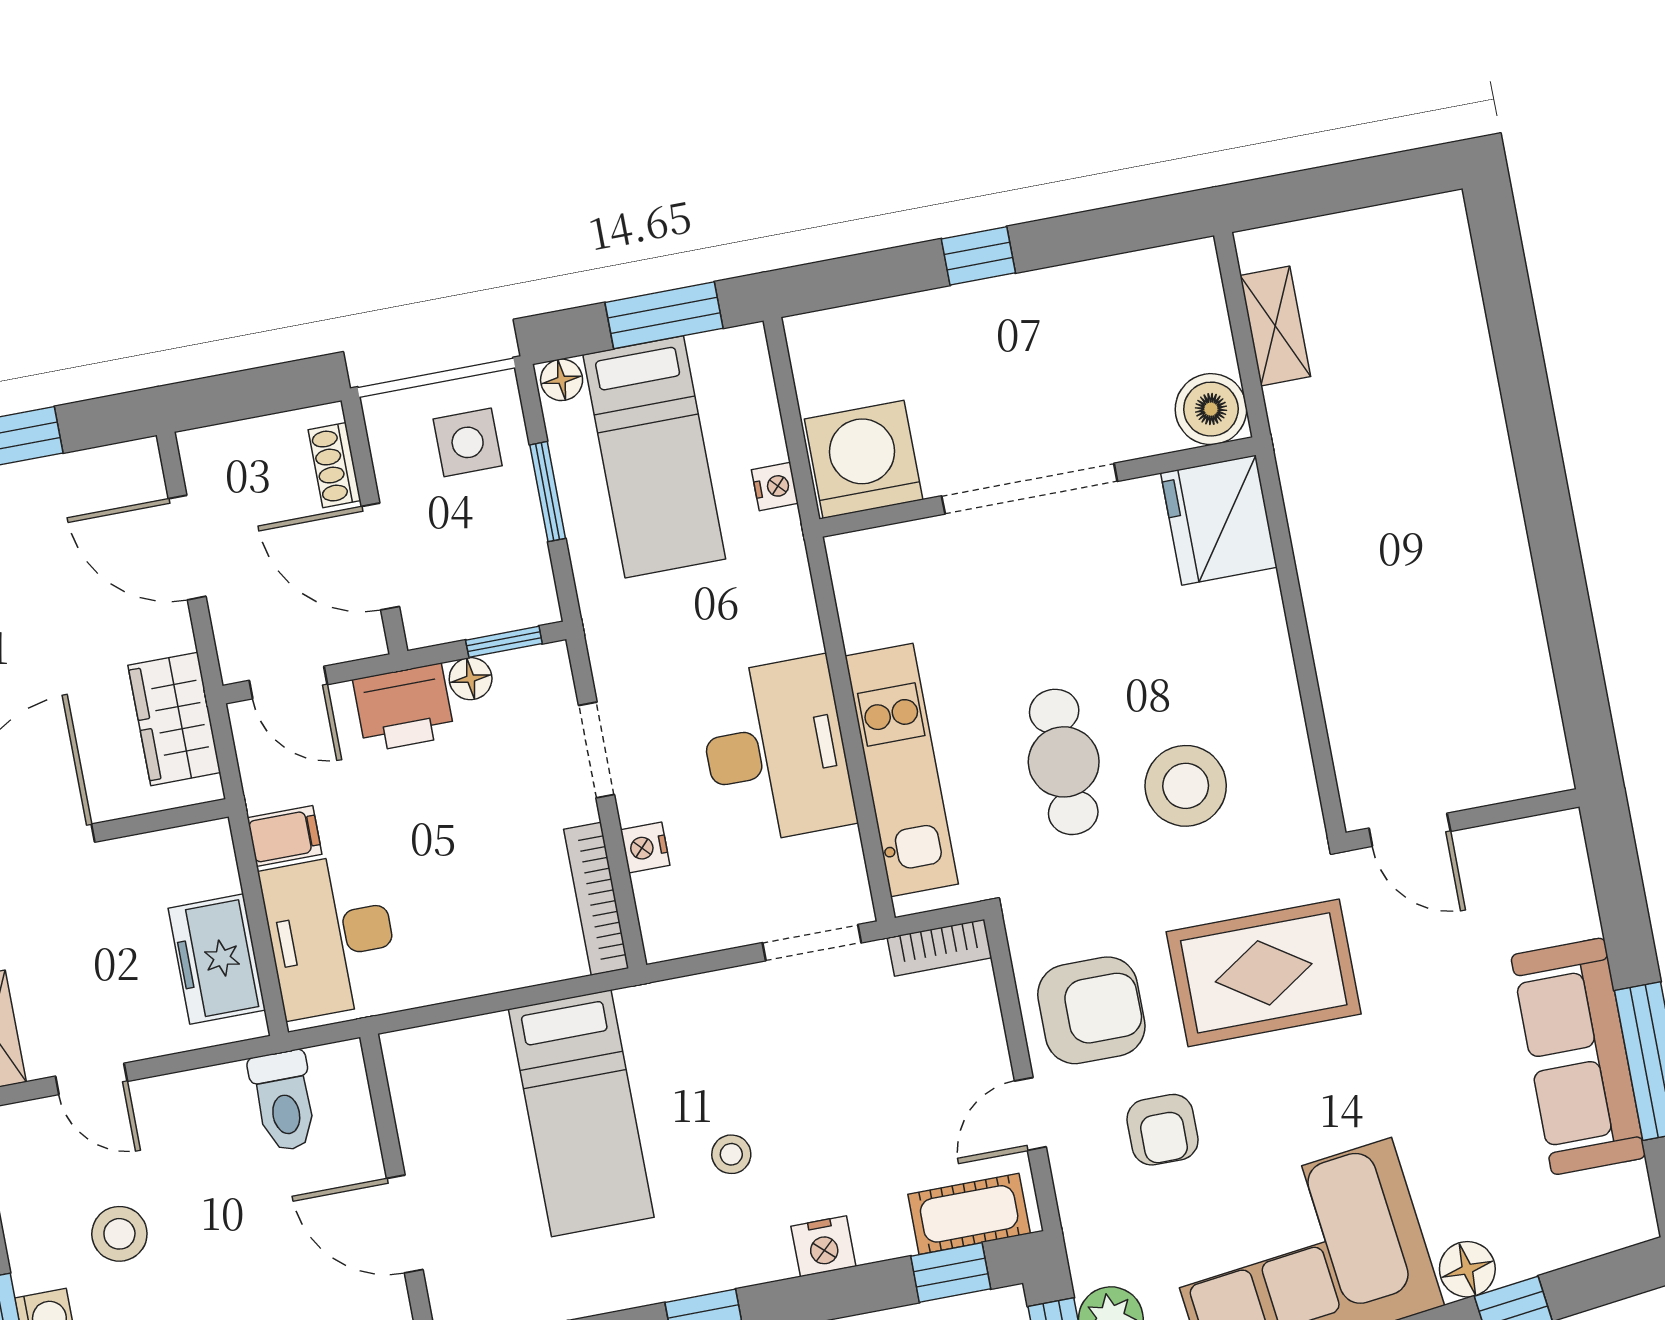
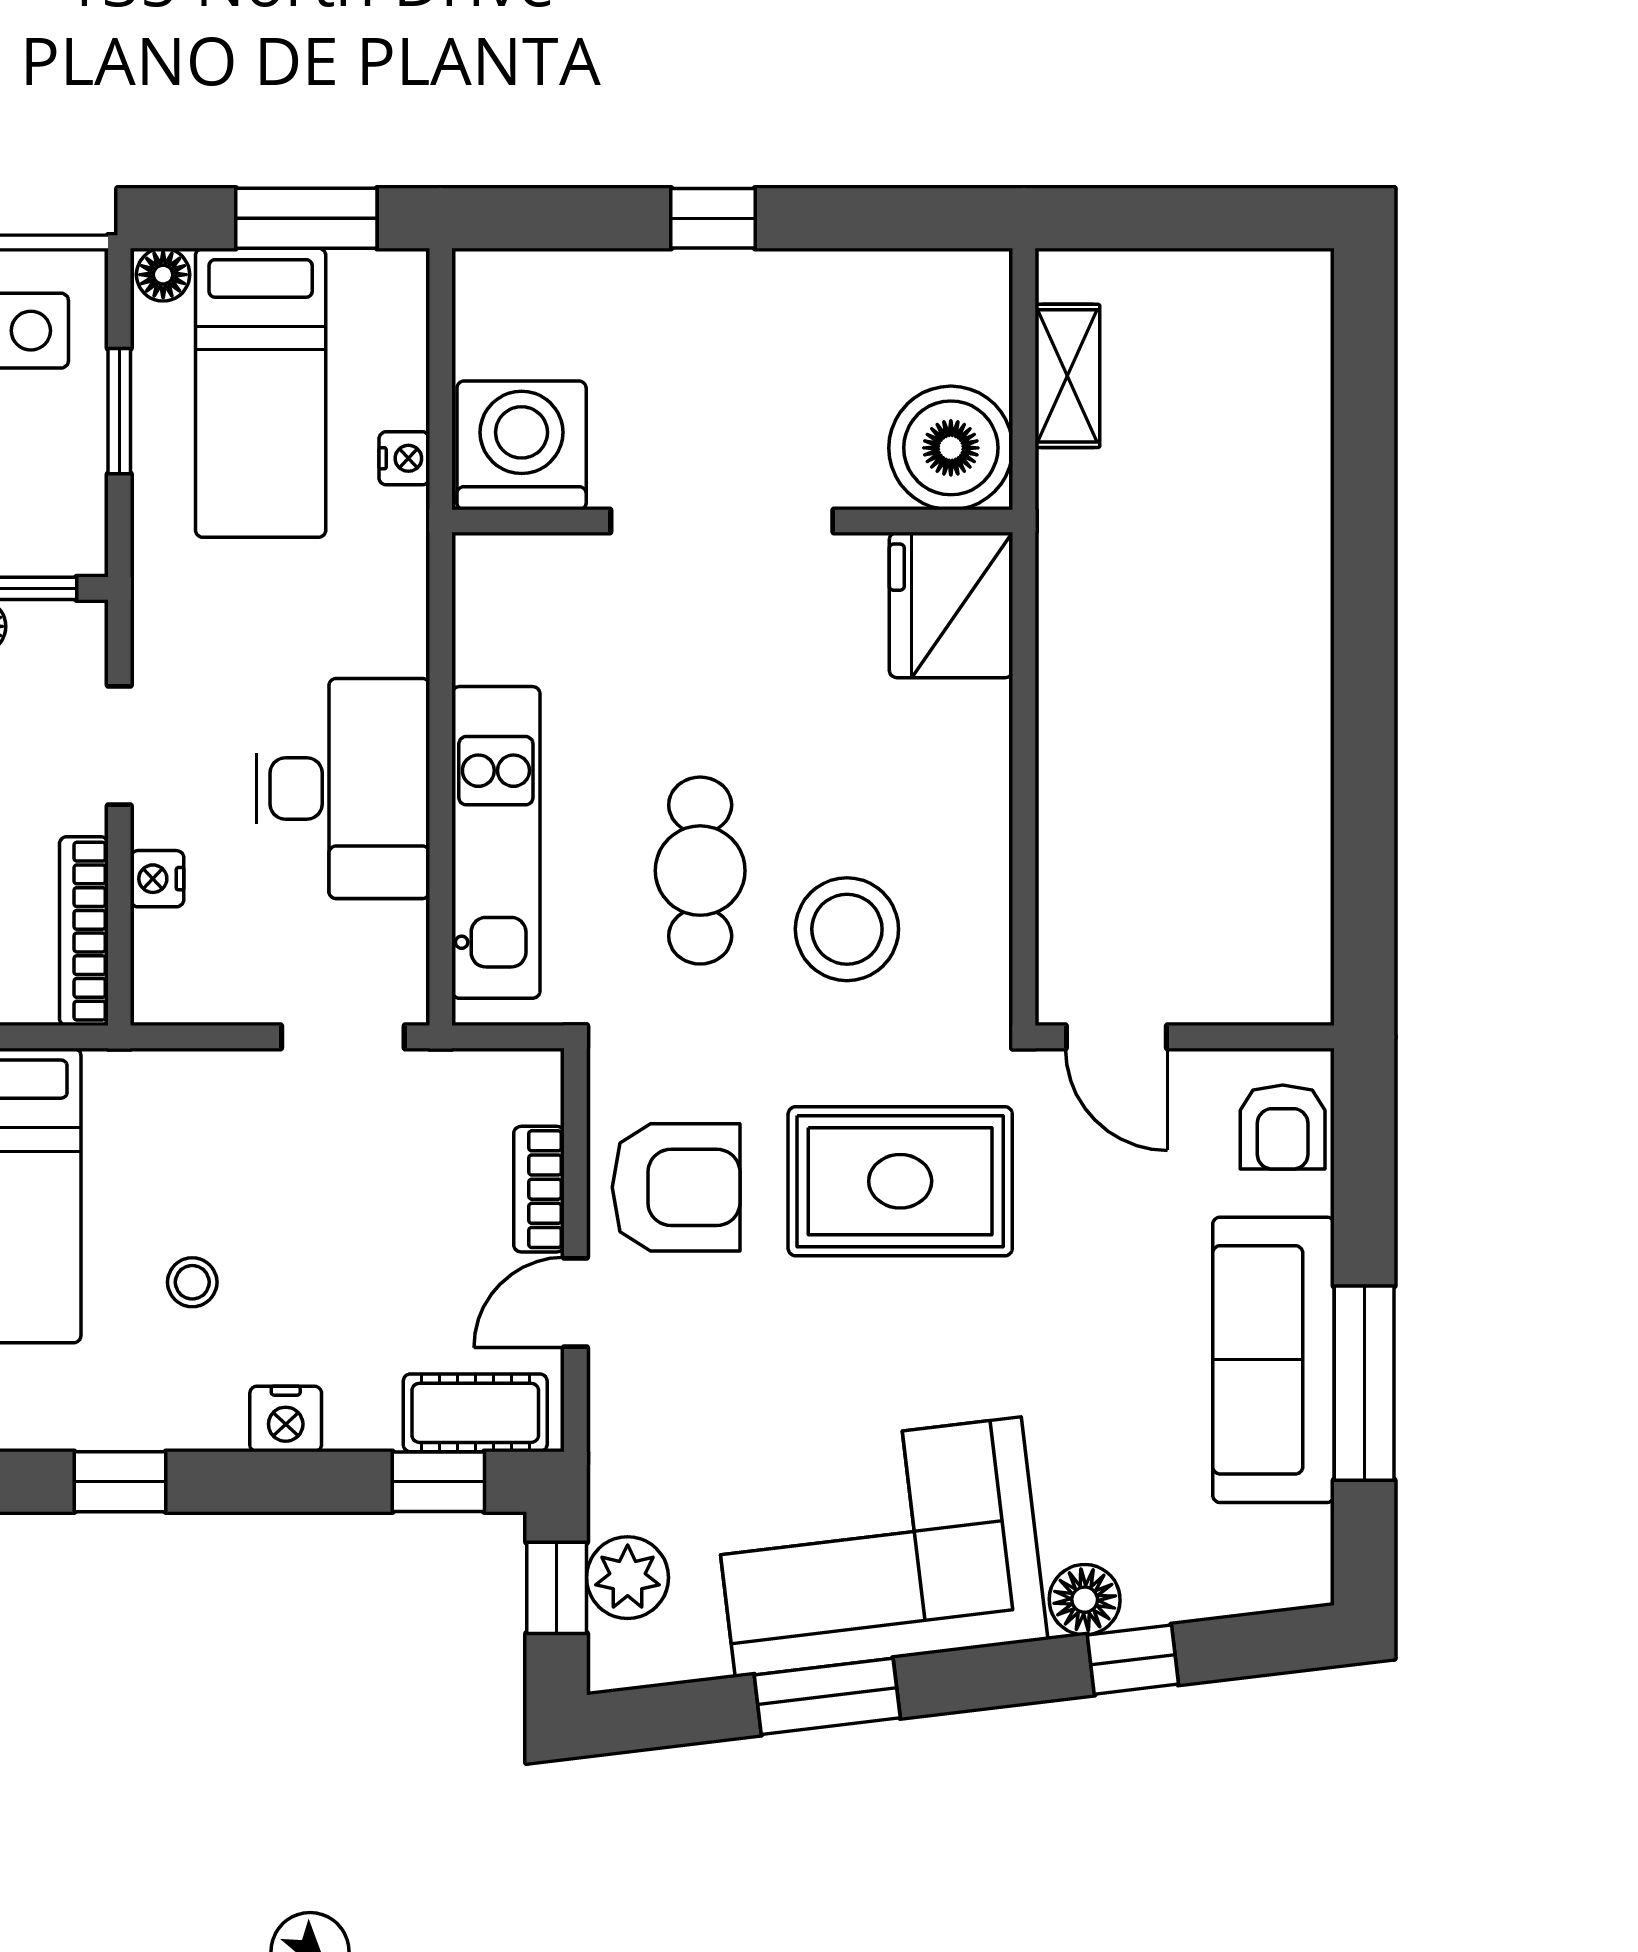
boiler: (1211, 409) -> (951, 448), width x1.37, depth x1.37
bookcase: (940, 948) -> (539, 1189), moved, turned 90
armchair: (1163, 1130) -> (1283, 1127), moved

